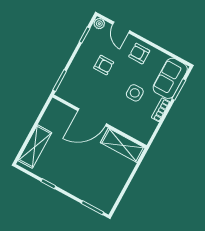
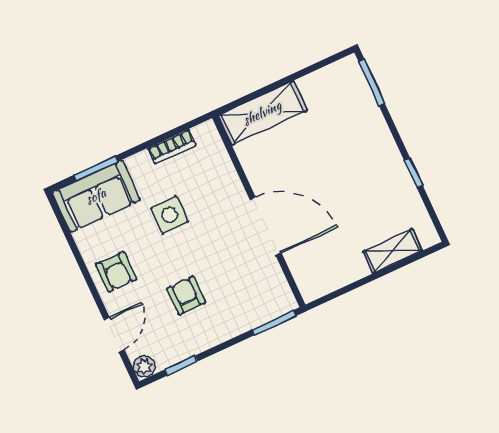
bookcase: (161, 110) -> (172, 147), moved
shelving: (123, 145) -> (262, 113), moved, turned 90
shelving: (35, 147) -> (393, 251), width x0.67, depth x0.75

